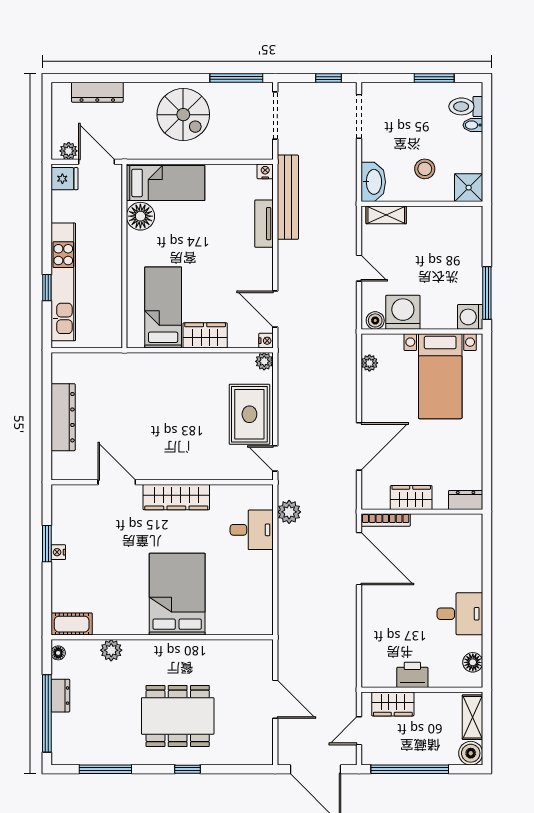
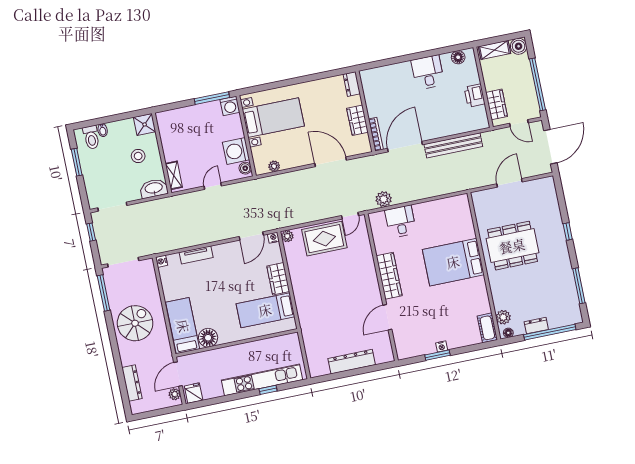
bench: (288, 197) -> (453, 145), moved
plant: (111, 650) -> (503, 317), moved
dining table: (178, 716) -> (512, 246), moved, turned 90

